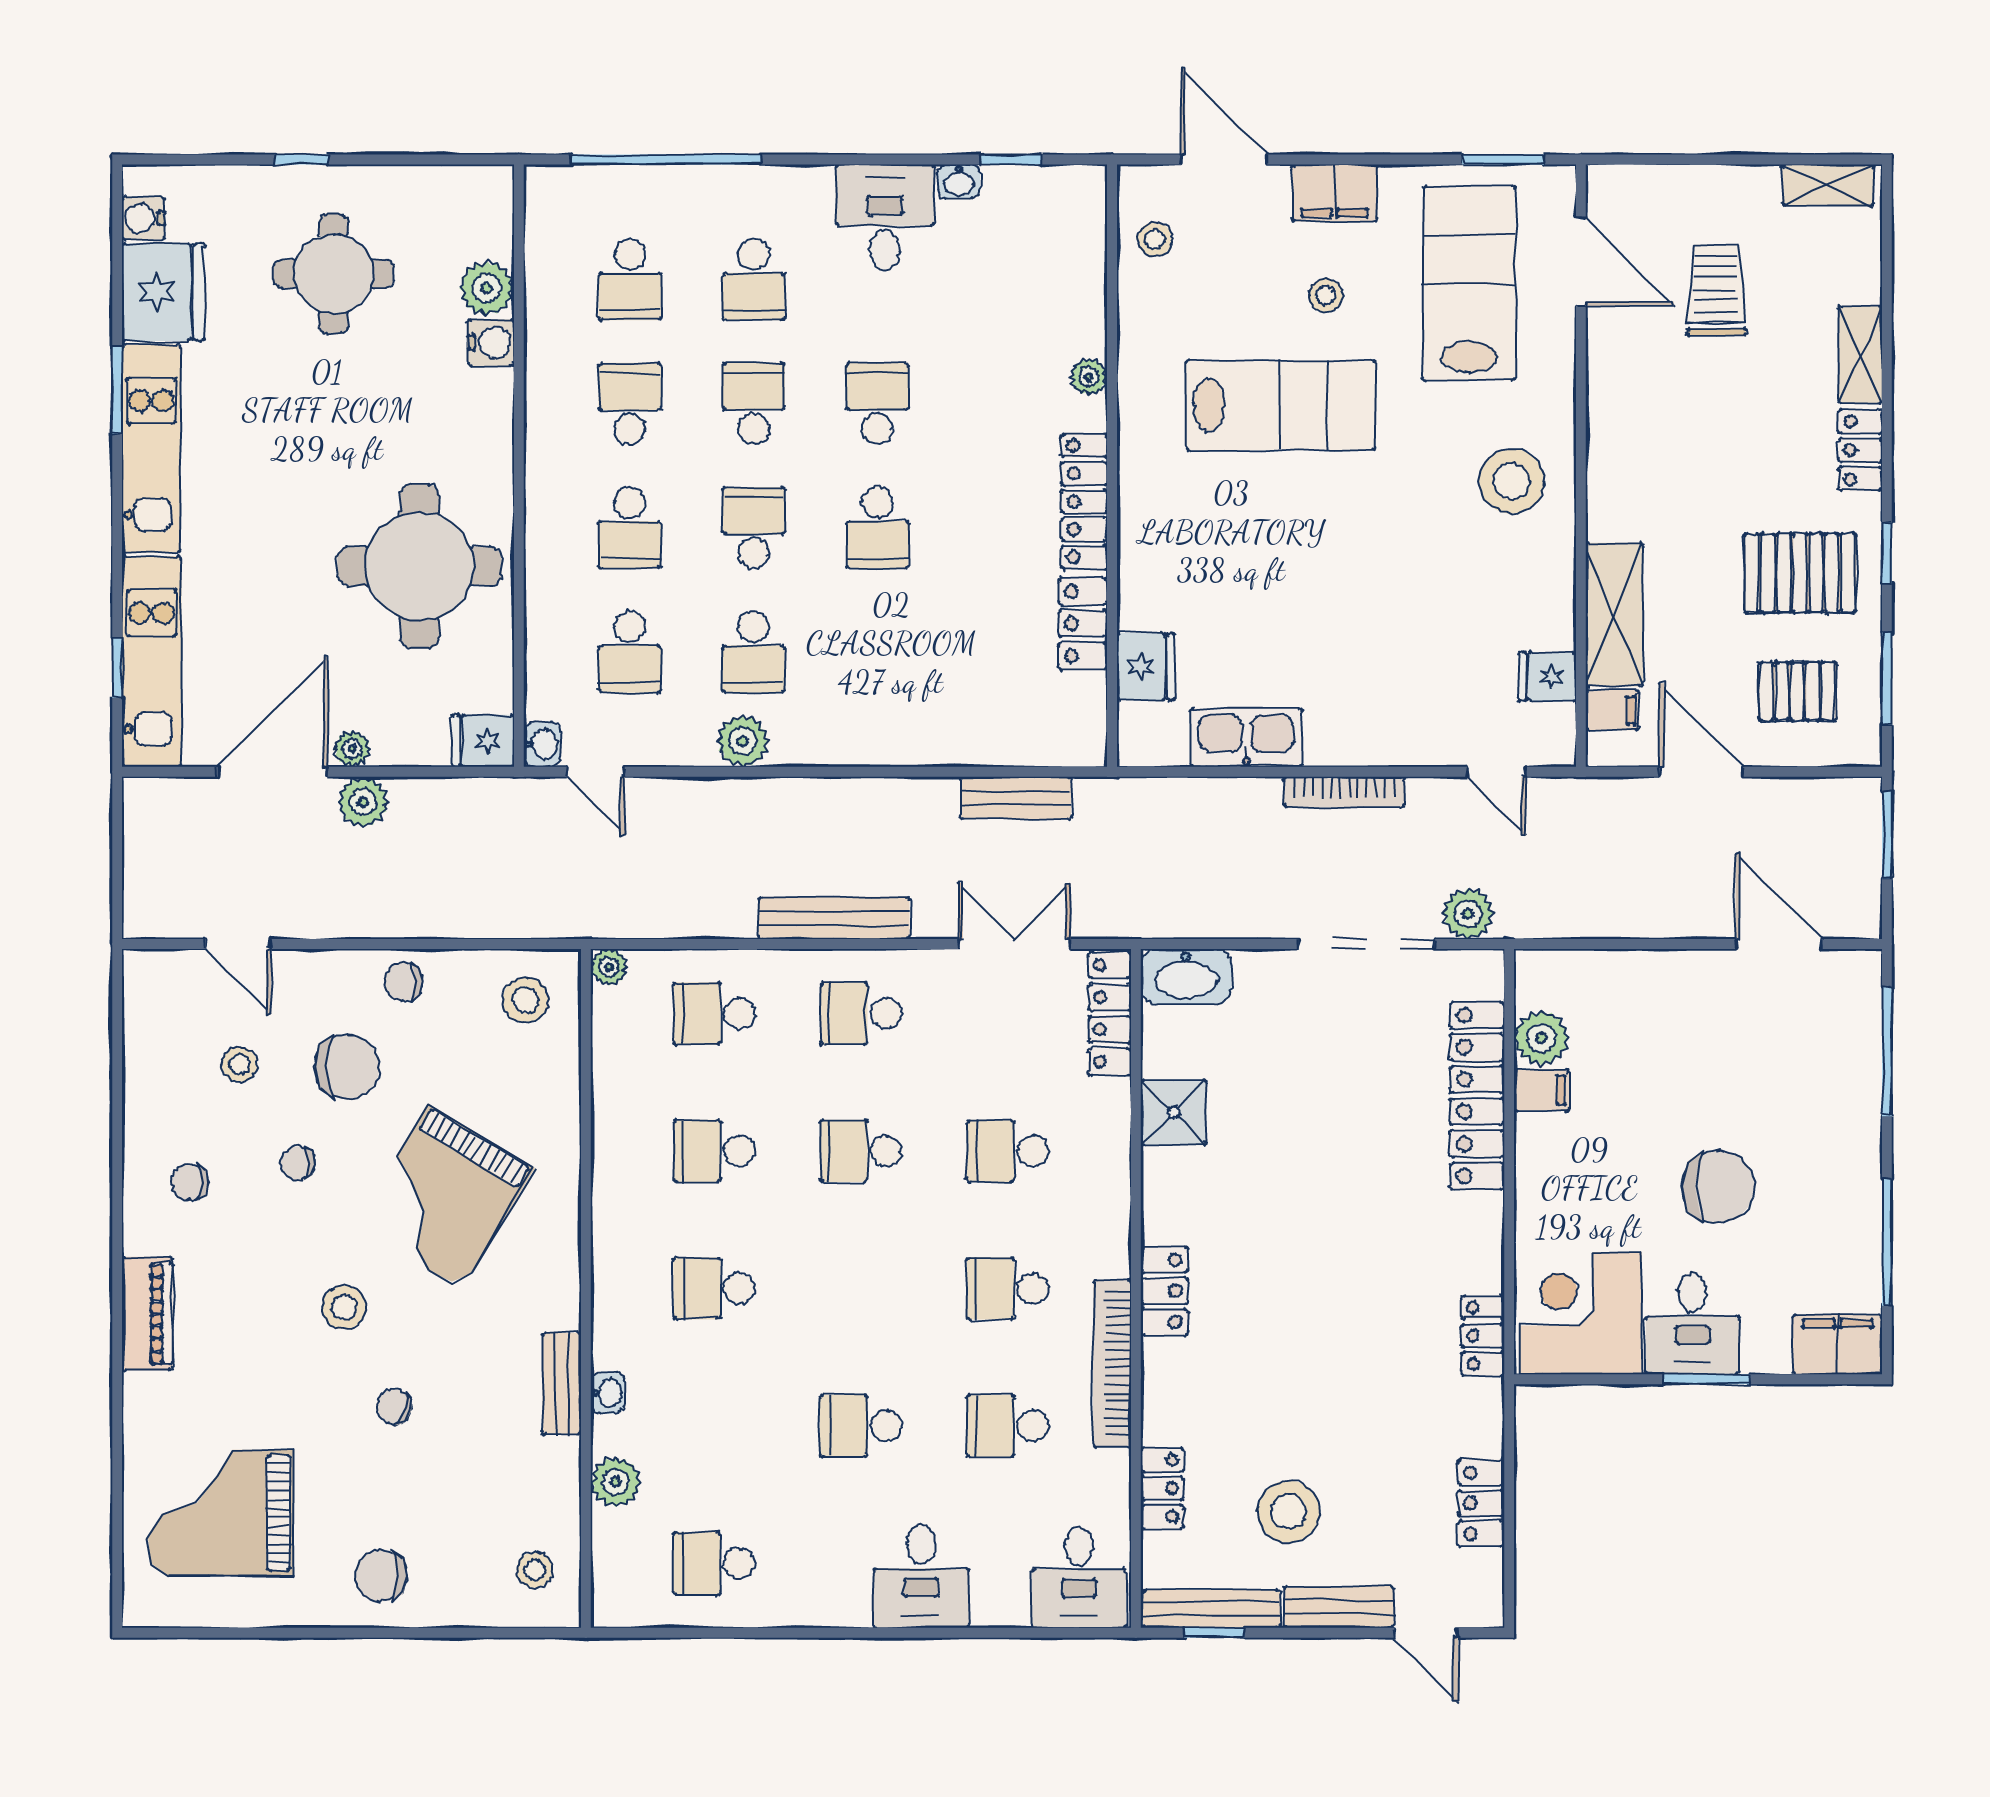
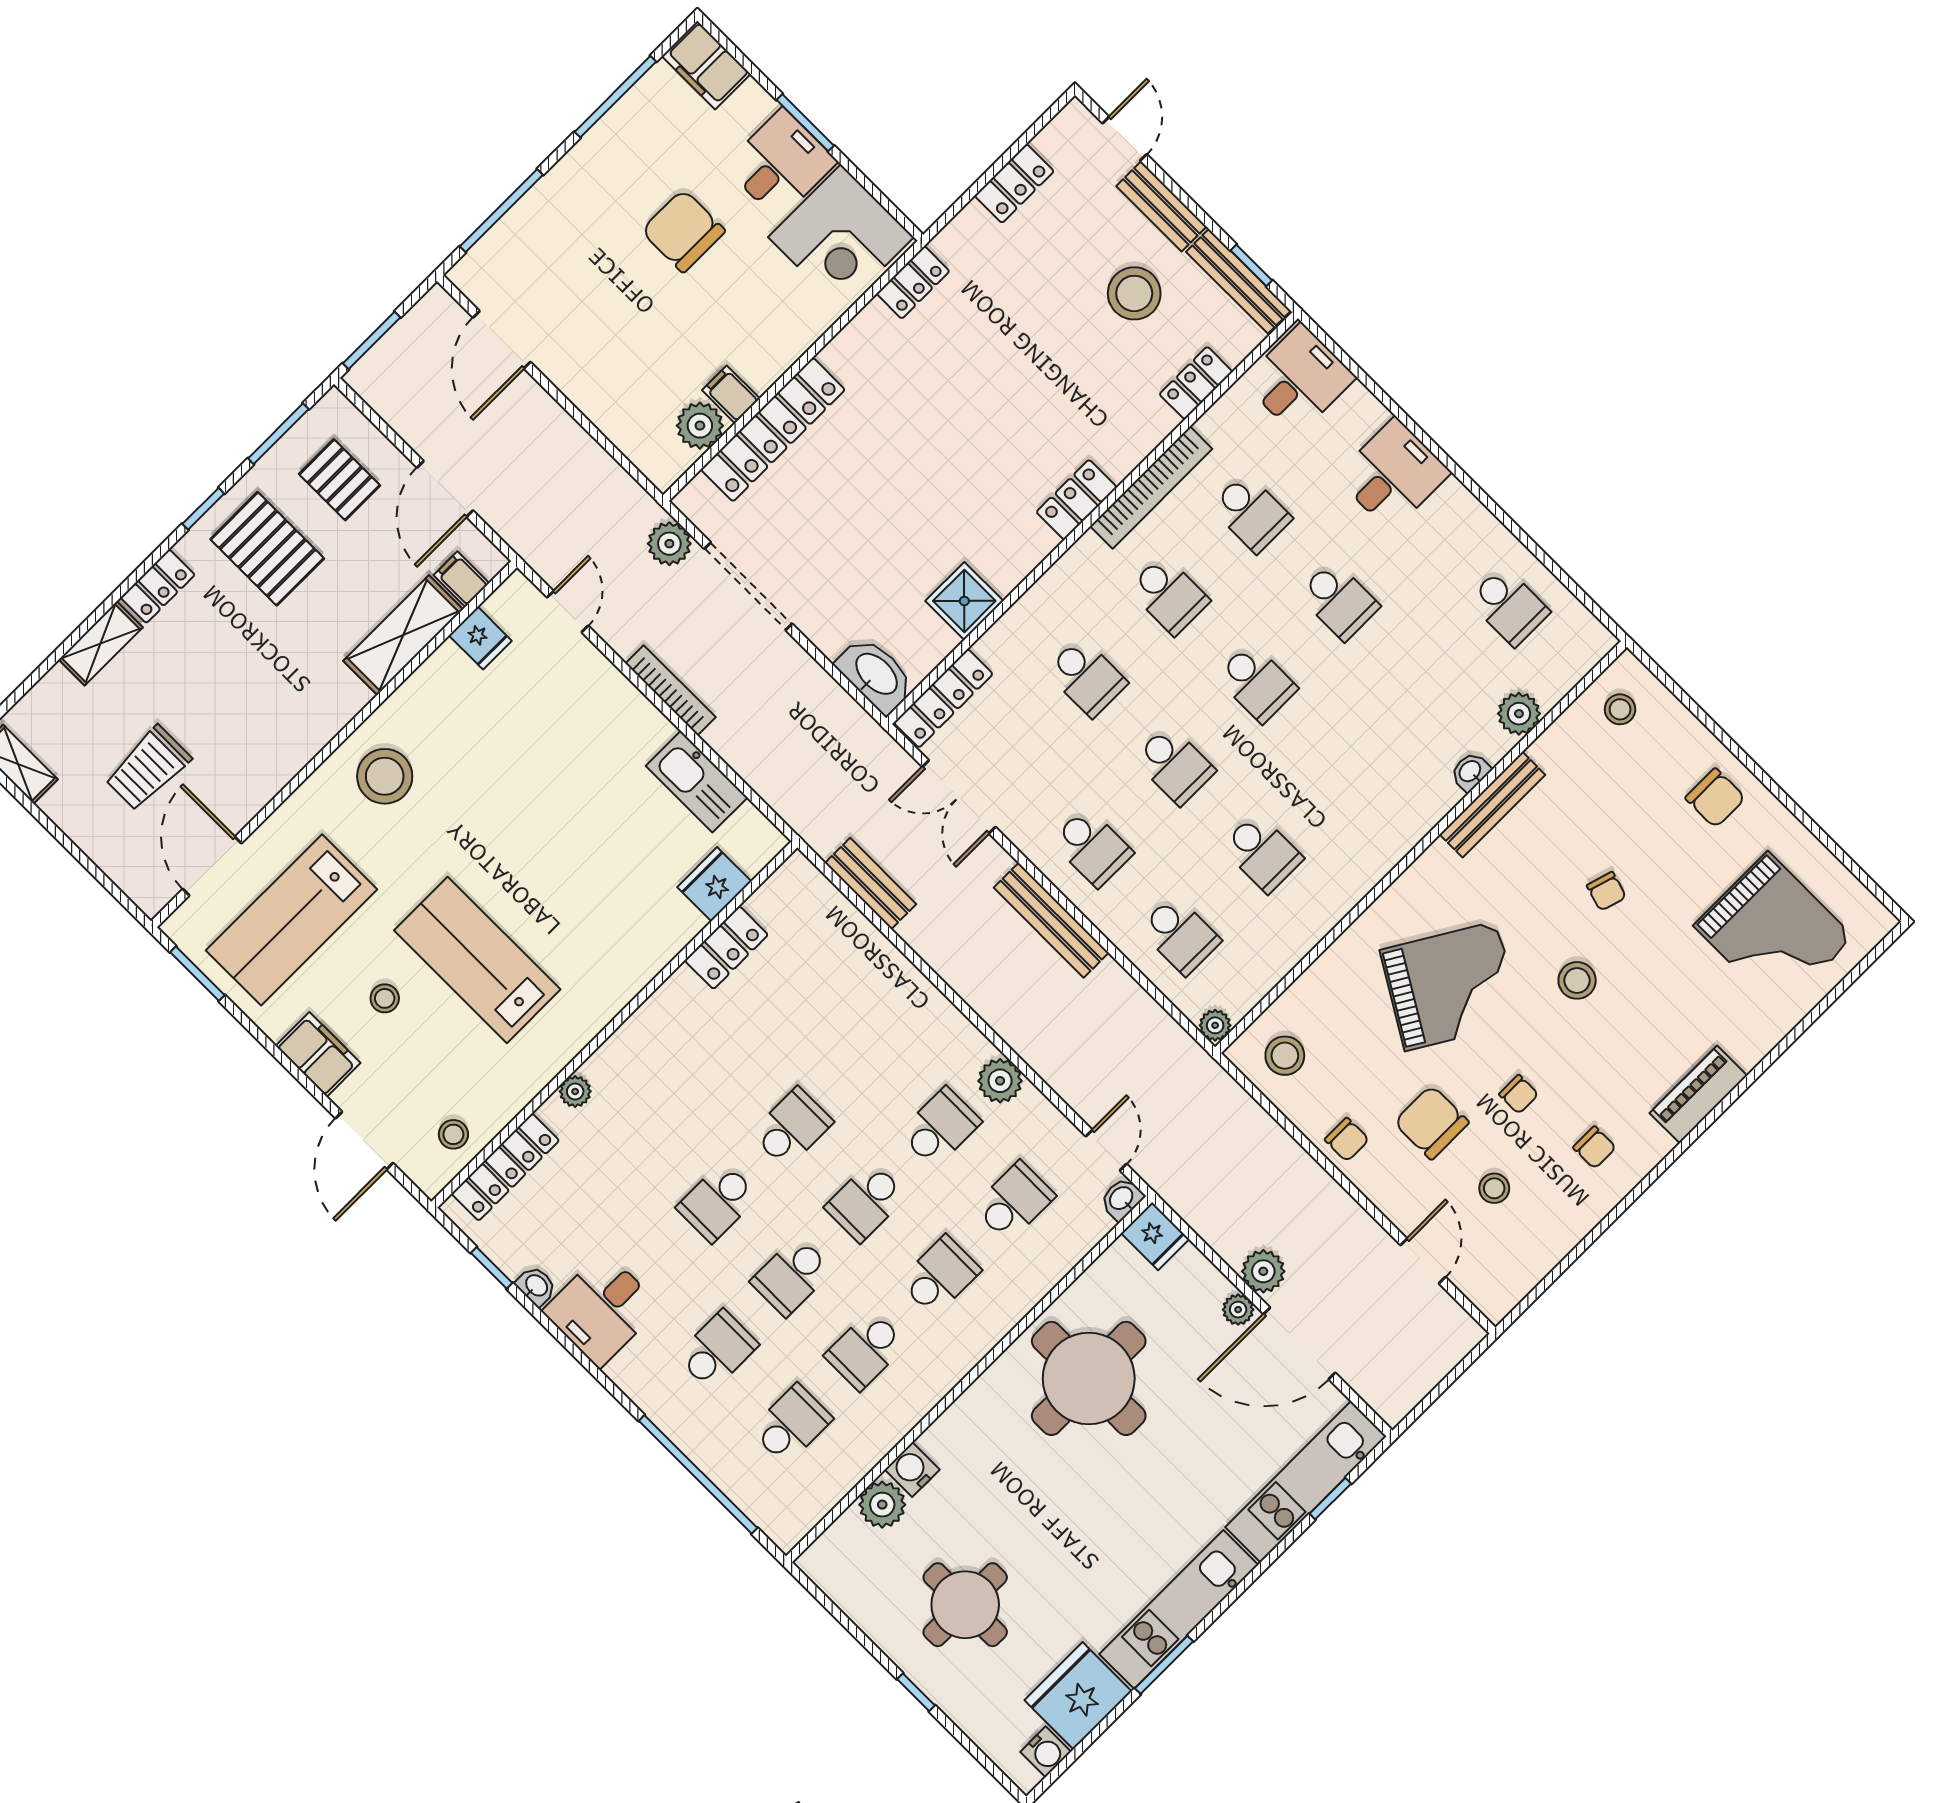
locker: (1084, 502) -> (505, 1167), moved
school desk: (714, 1288) -> (1257, 683), moved
bench: (562, 1384) -> (1492, 805), width x1.36

